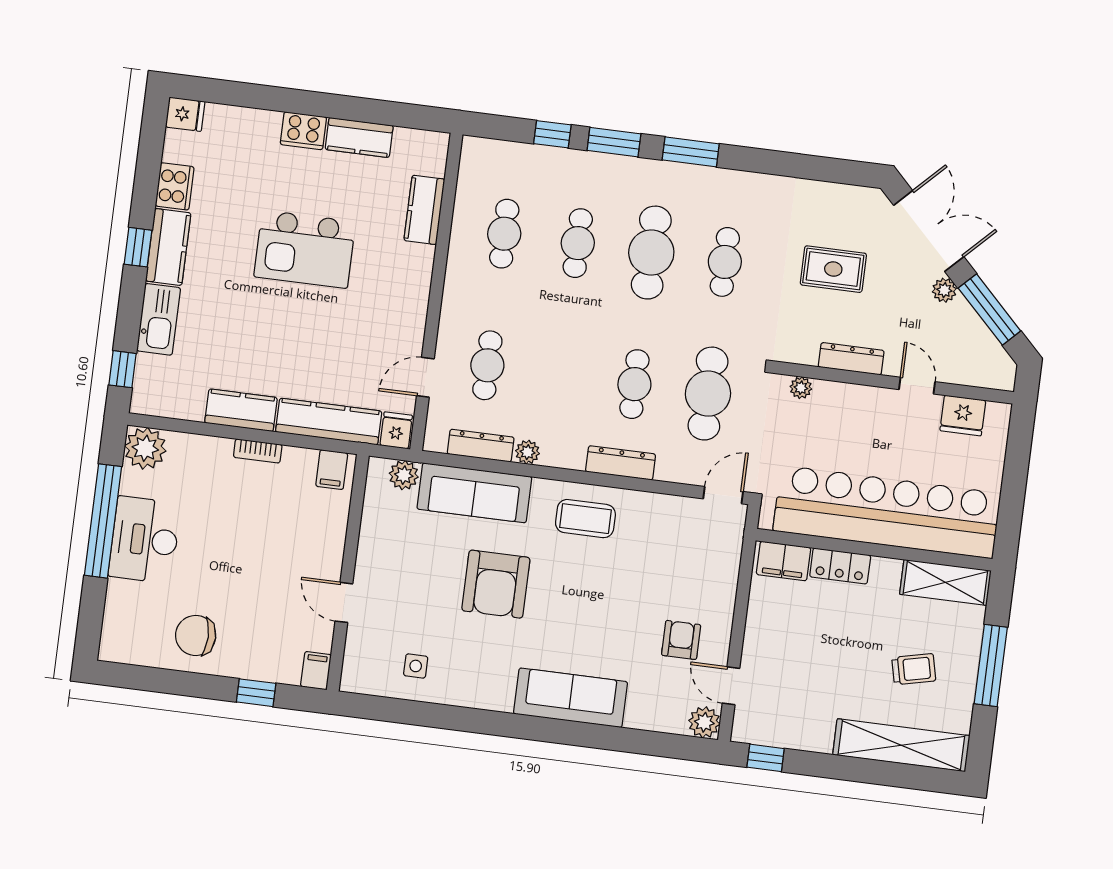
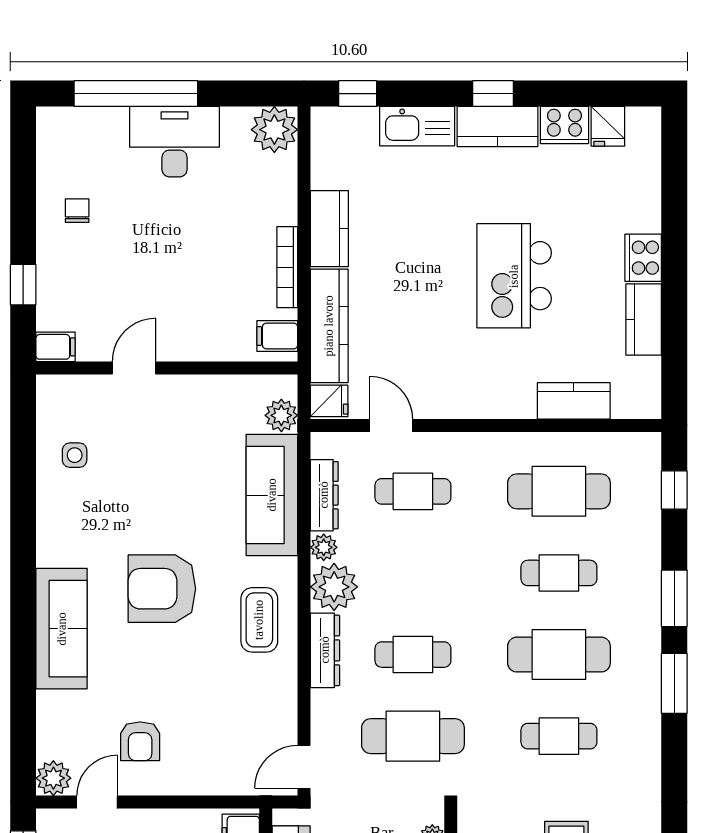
fridge: (185, 114) -> (608, 126), moved
window: (552, 134) -> (674, 490), moved
cafe table: (504, 234) -> (559, 491), width x1.37, depth x1.35
plant: (564, 447) -> (334, 587), added
bookcase: (258, 451) -> (287, 267), width x1.56
door: (723, 495) -> (304, 767), swing flipped
window: (103, 521) -> (136, 94), moved
armchair: (496, 584) -> (162, 589), moved
chair: (196, 635) -> (77, 211), width x0.54, depth x0.54
armchair: (681, 640) -> (140, 741), turned 90

